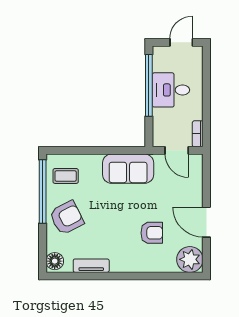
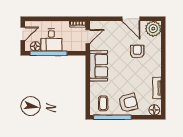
door: (181, 42) -> (23, 34), swing flipped
floor lamp: (160, 63) -> (35, 46), added
armchair: (67, 218) -> (128, 103), turned 103
door: (206, 222) -> (131, 19), hinge flipped

